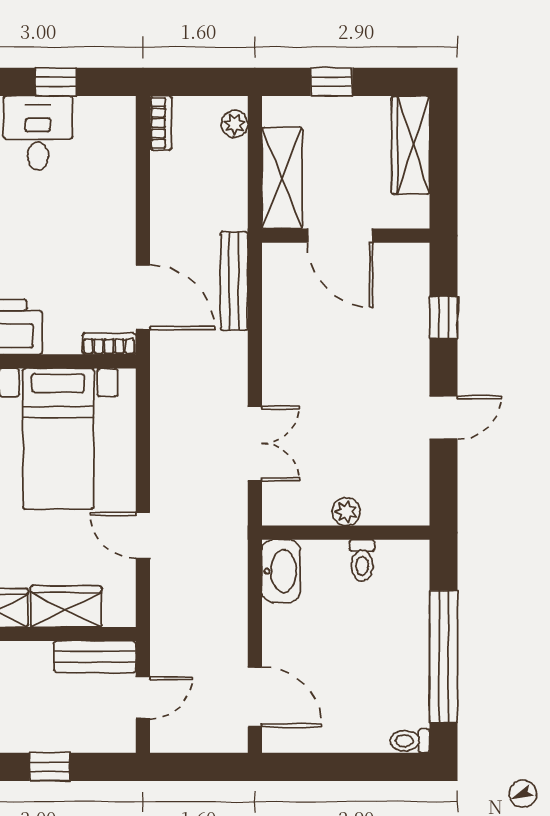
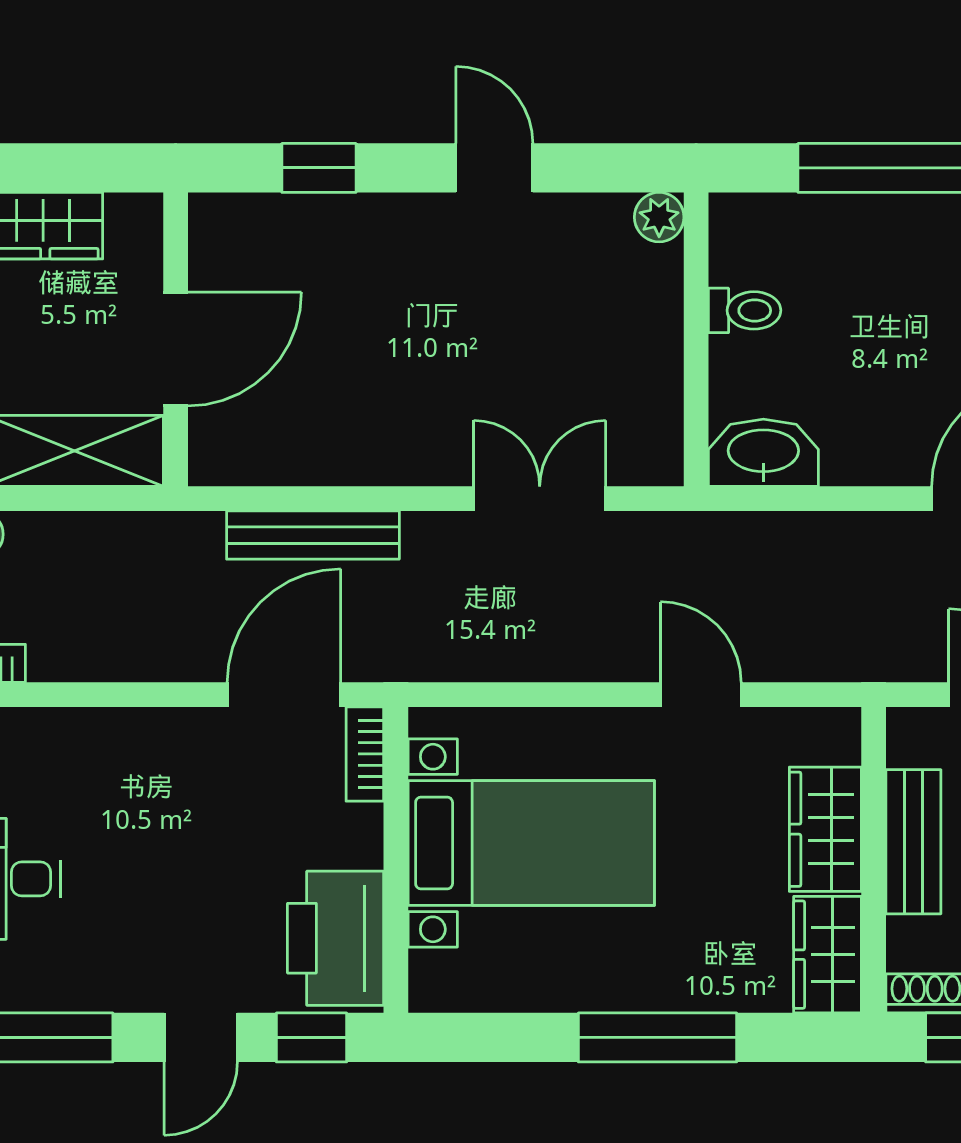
bench: (234, 281) -> (313, 535), moved
plant: (346, 512) -> (659, 217), moved
door: (143, 535) -> (701, 695), swing flipped
bench: (95, 657) -> (913, 842), moved

